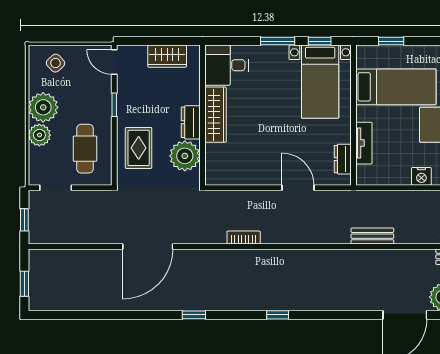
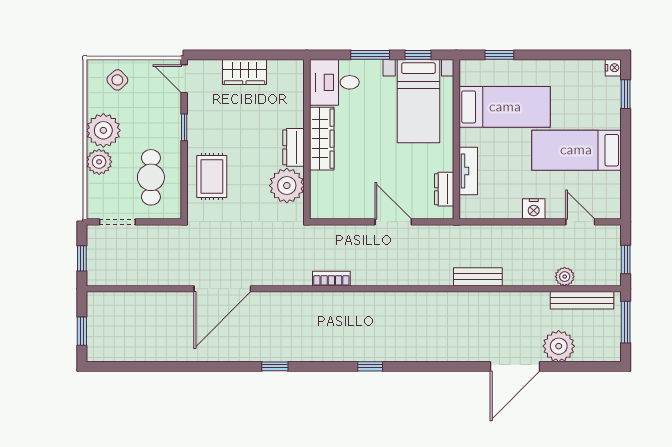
desk: (227, 65) -> (334, 82), moved
wall: (202, 115) -> (307, 139), moved
wardrobe: (215, 115) -> (322, 139), moved
dresser: (191, 122) -> (294, 147), moved
plant: (185, 156) -> (287, 186), moved

